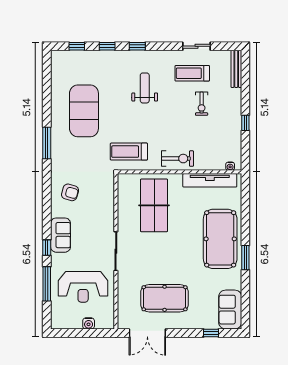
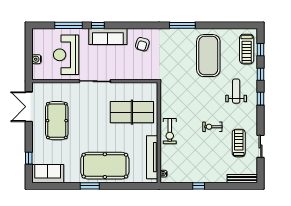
weight bench: (145, 88) -> (236, 91), moved, turned -90
exercise bike: (202, 104) -> (212, 127), moved
exercise mat: (84, 111) -> (208, 56), turned 90
treadmill: (129, 152) -> (247, 49), moved, turned 180
sofa: (60, 235) -> (108, 37), width x1.36

